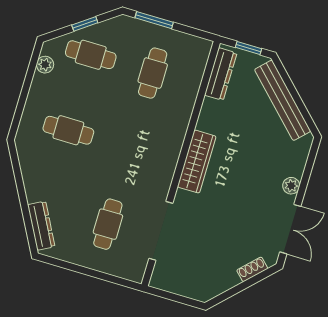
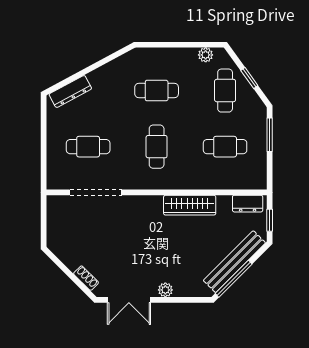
dresser: (221, 74) -> (248, 204), width x0.70
window: (301, 107) -> (234, 279), added
cafe table: (68, 130) -> (157, 91), turned 90
cafe table: (130, 149) -> (157, 147), added
wardrobe: (197, 162) -> (190, 205), moved

